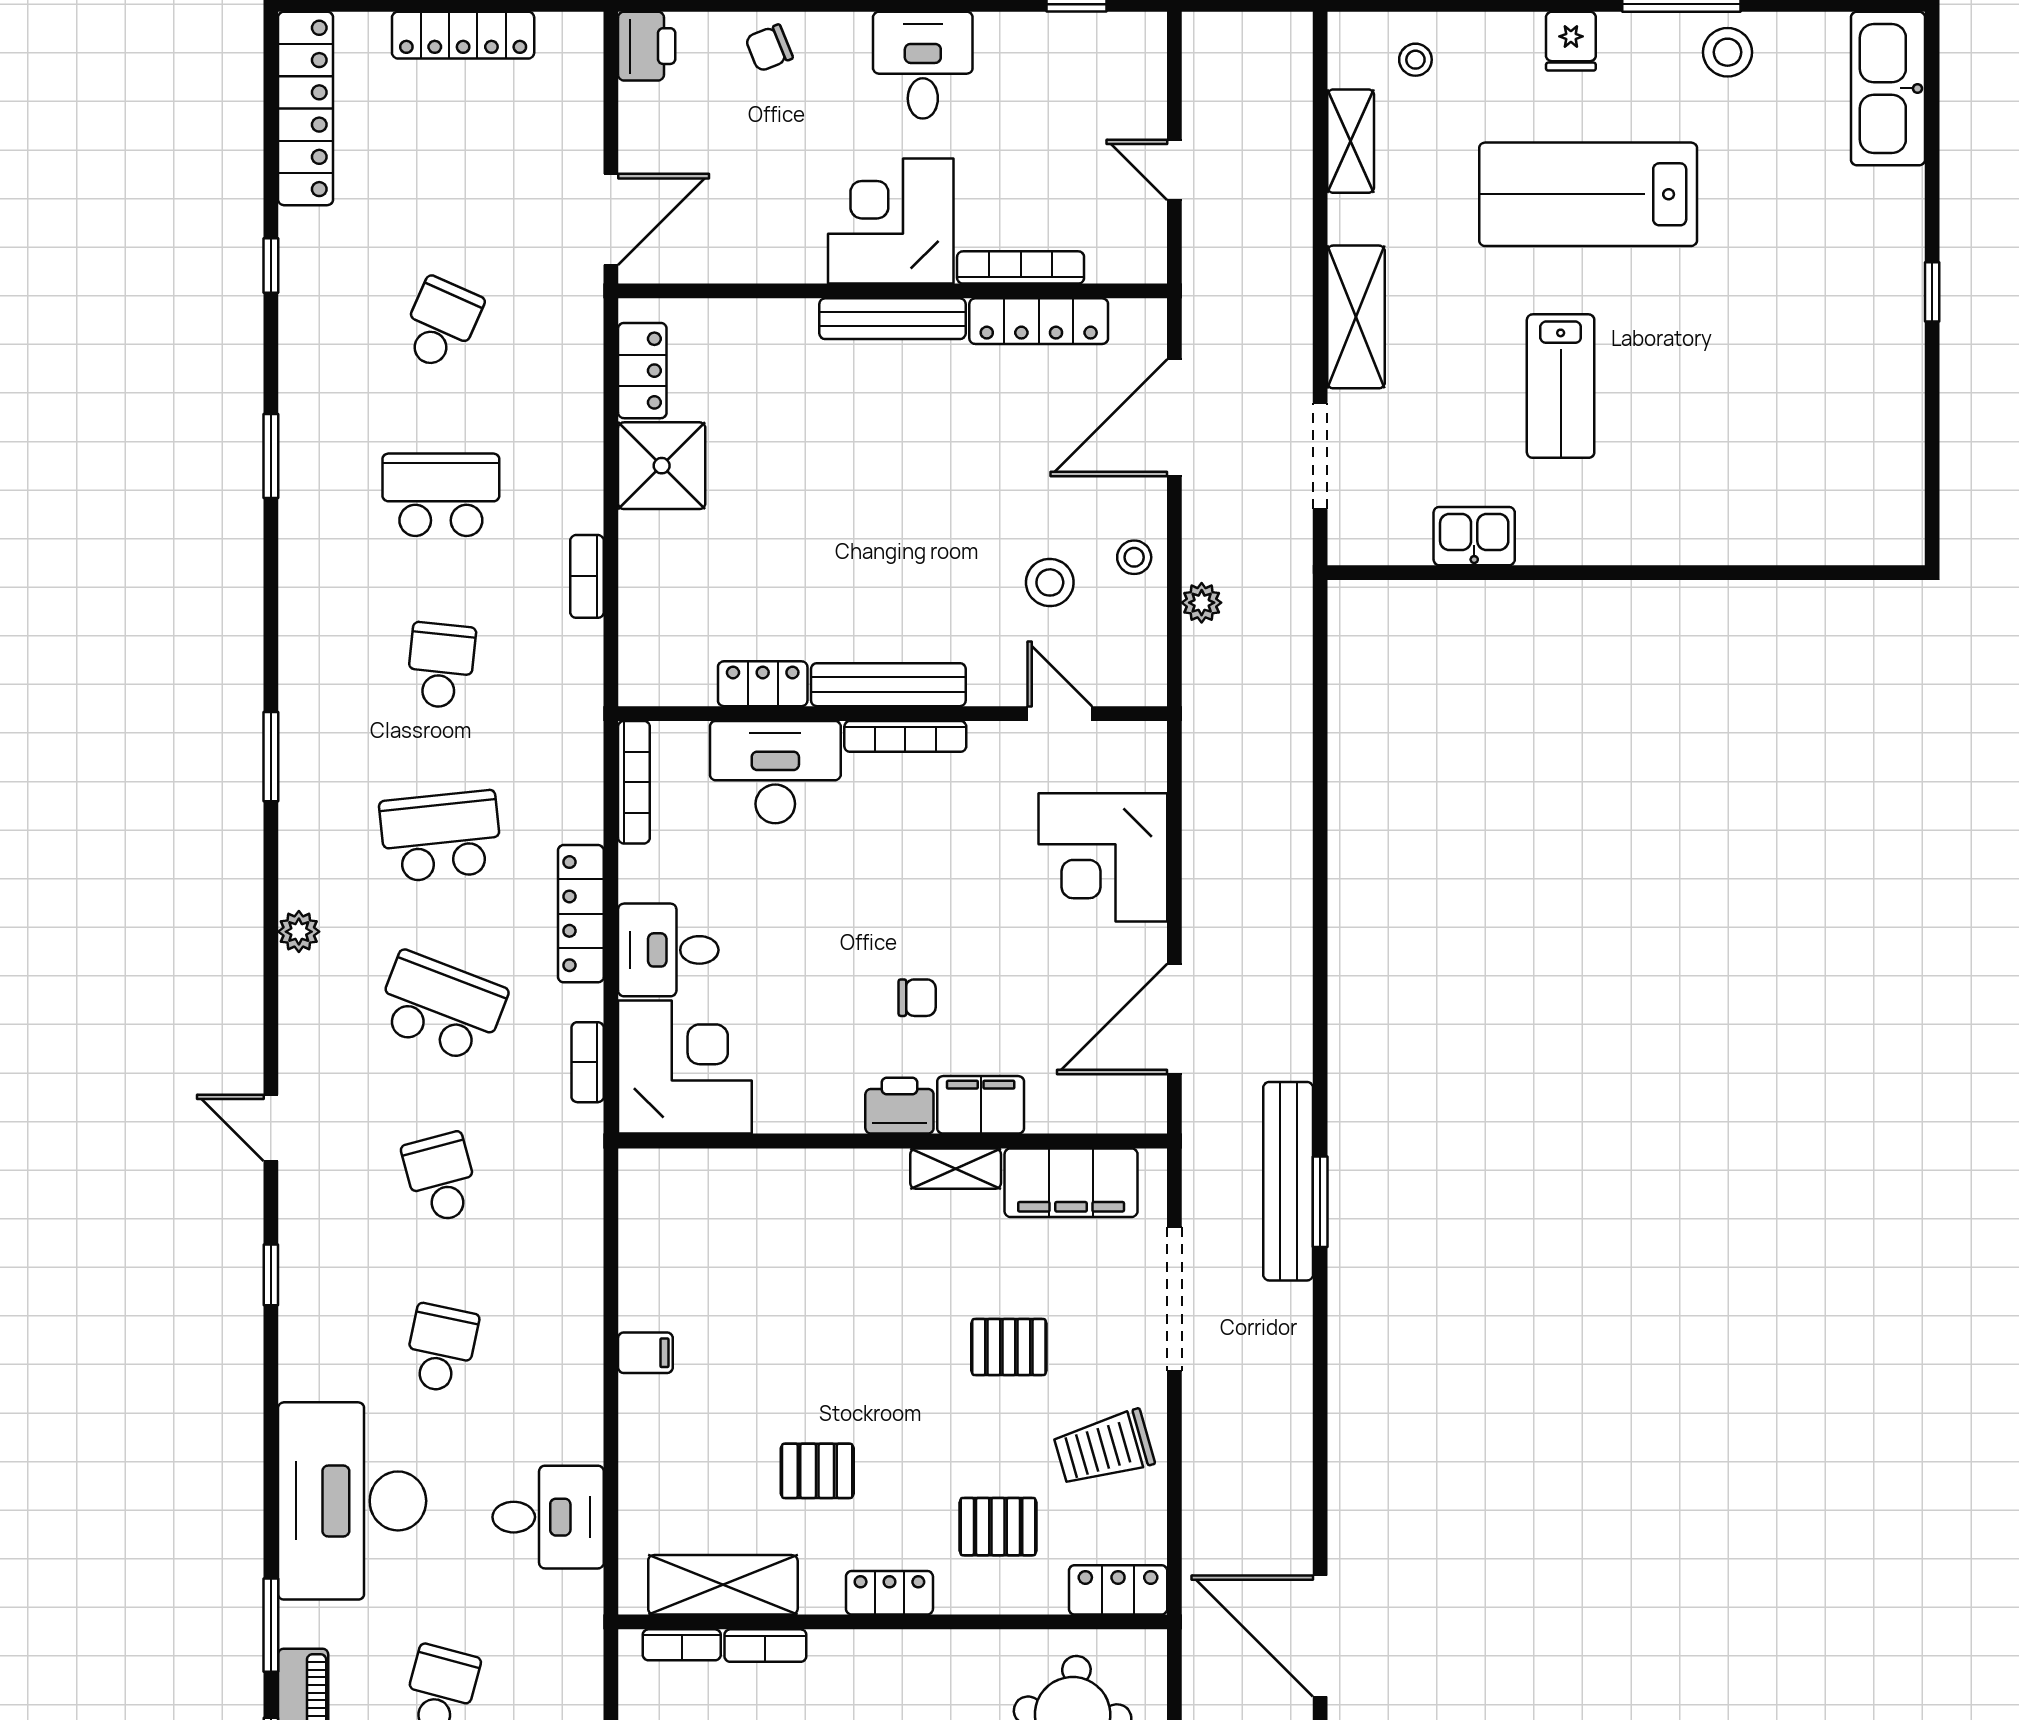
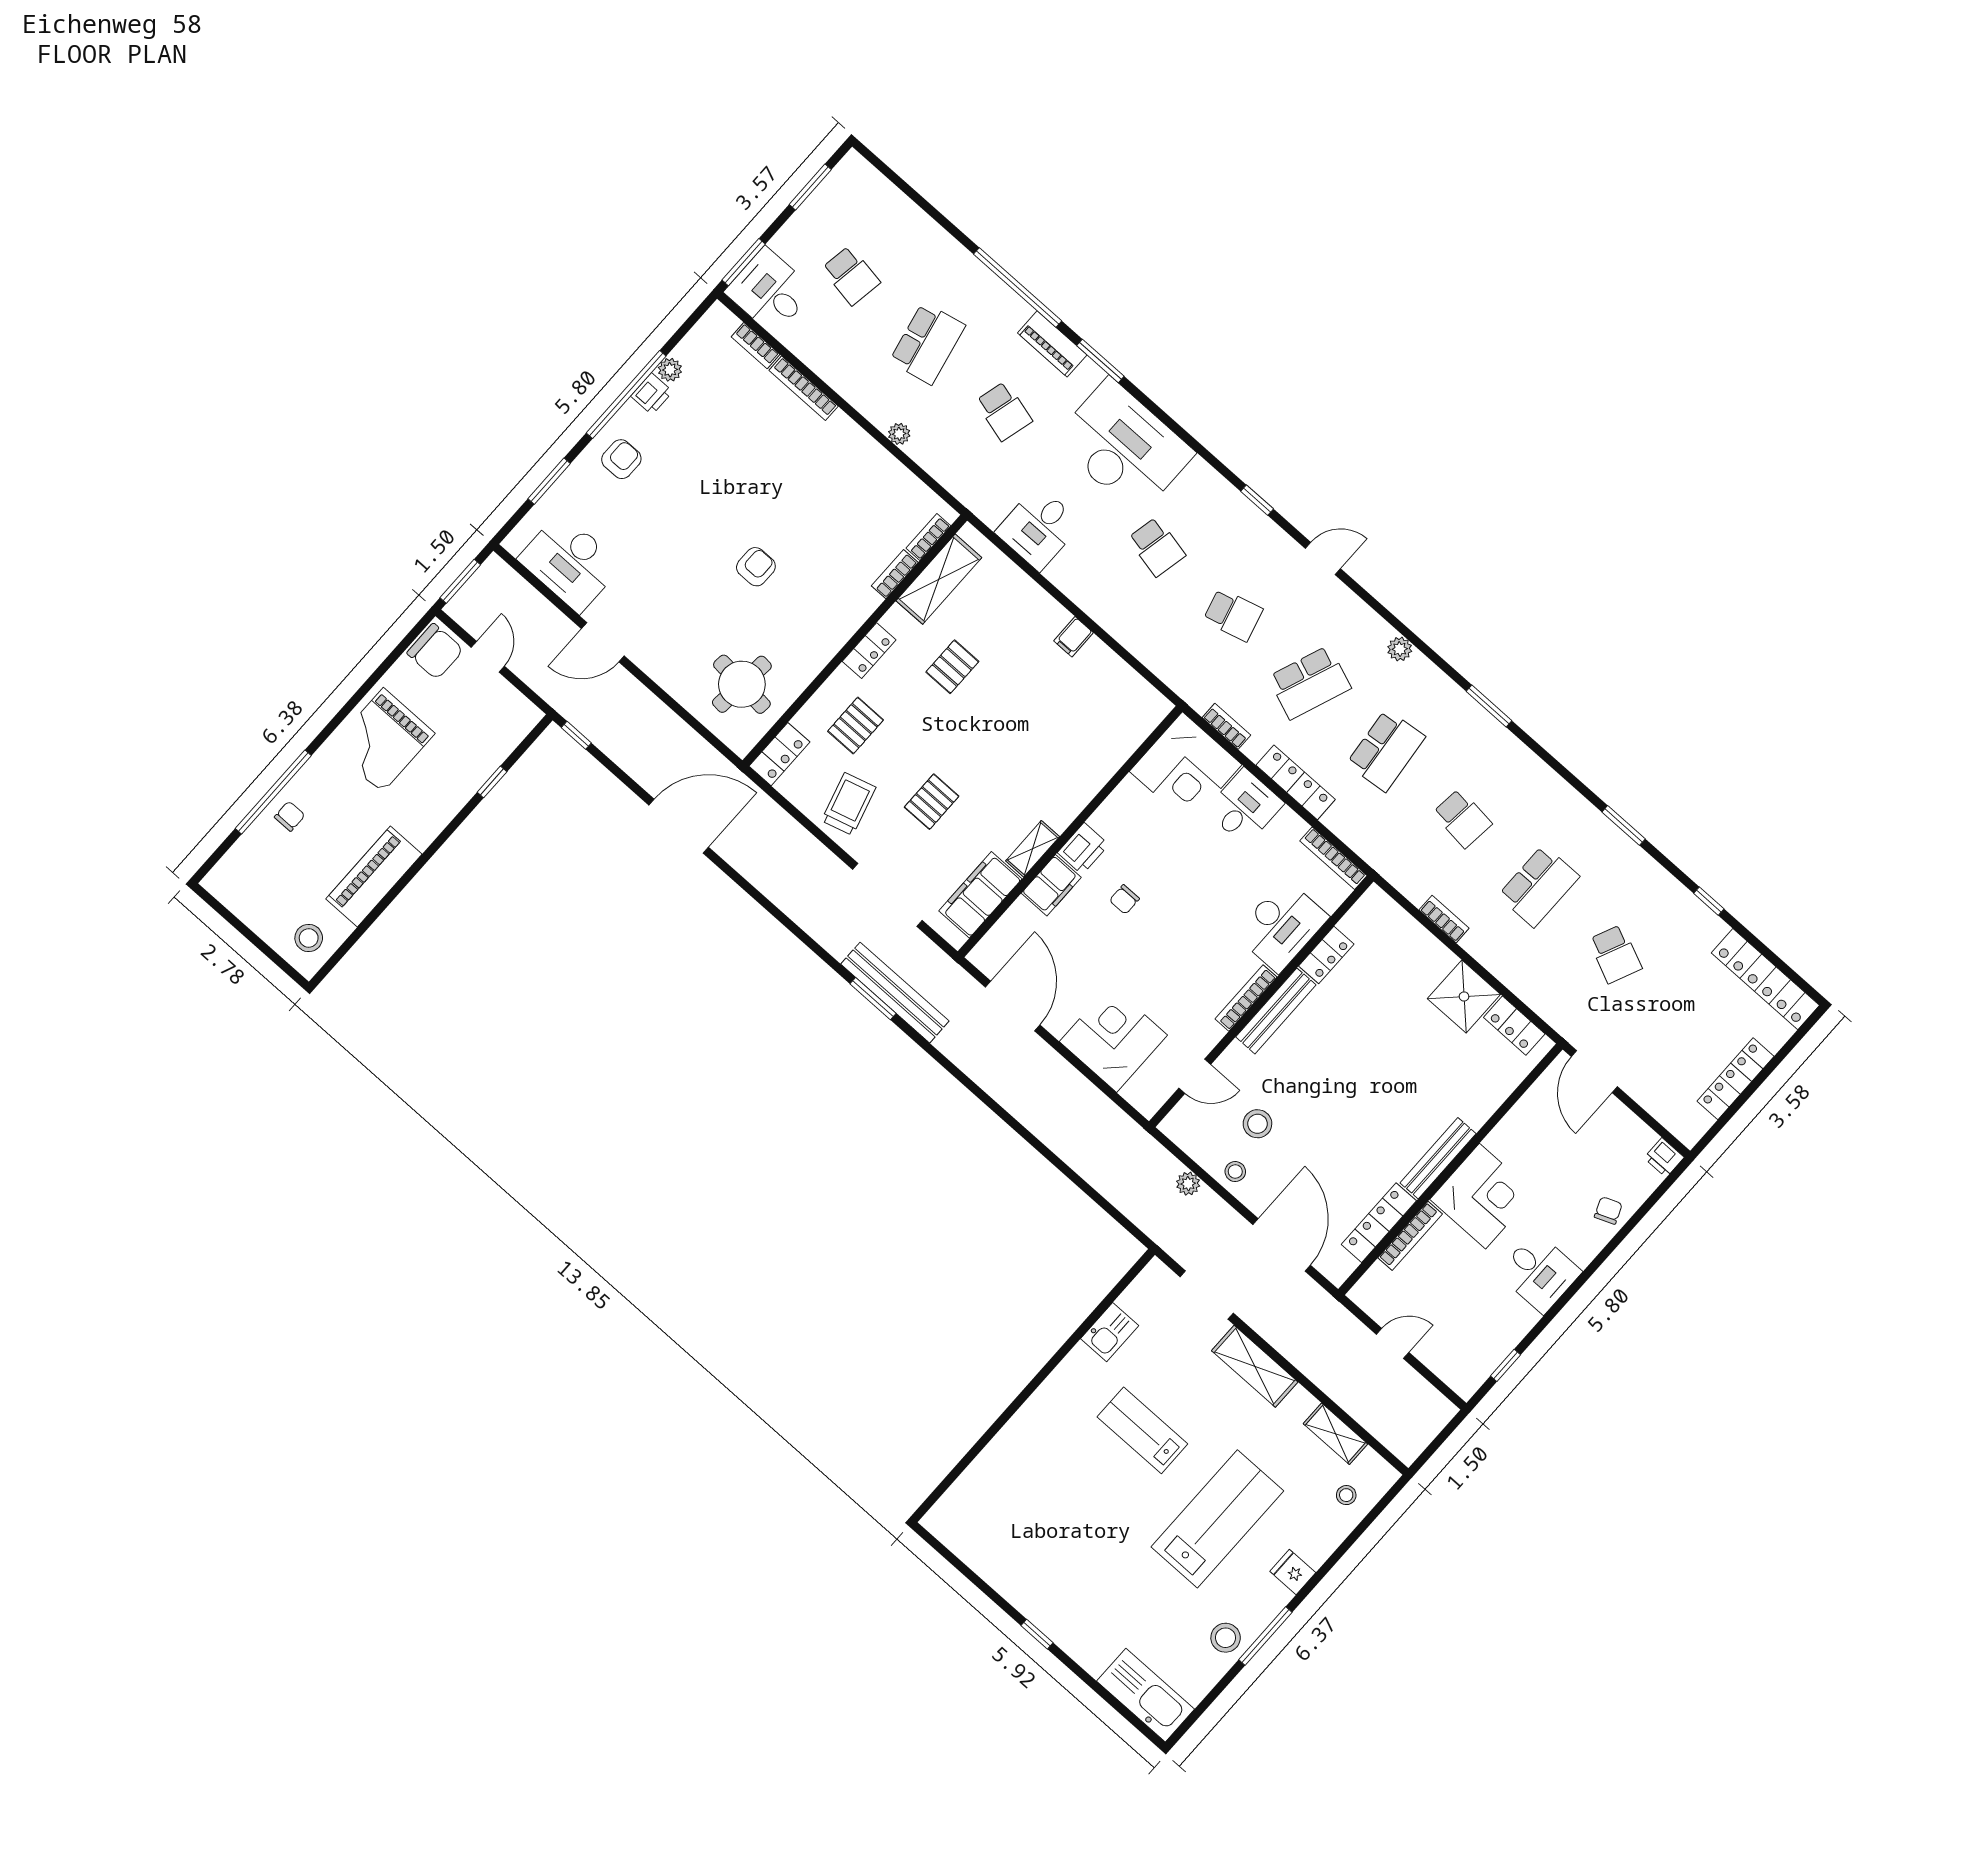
printer: (647, 46) -> (1664, 1158), width x0.73, depth x0.81

